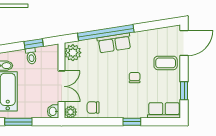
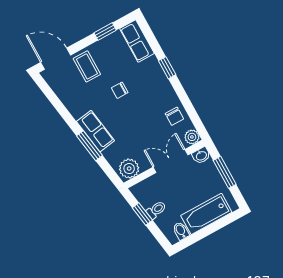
window: (106, 33) -> (90, 146), width x0.47
window: (18, 122) -> (225, 172), moved

